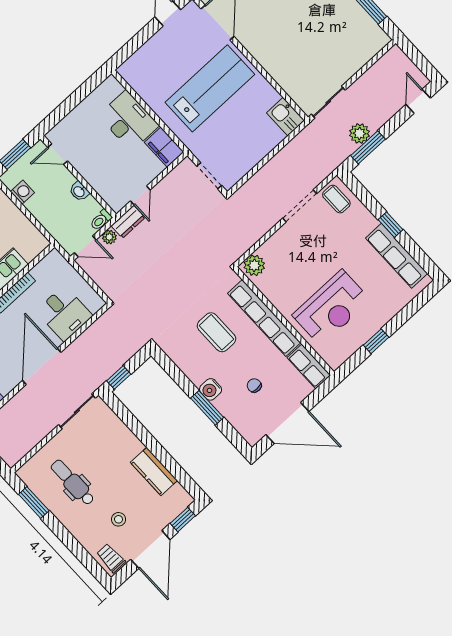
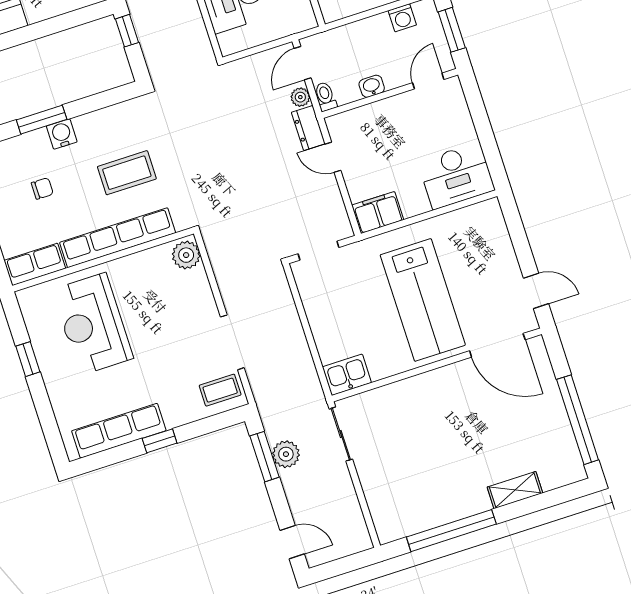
desk: (129, 121) -> (456, 176), moved

